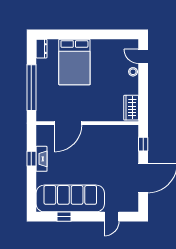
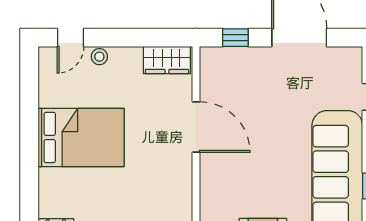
bed: (74, 62) -> (81, 138), moved
door: (68, 123) -> (196, 127), moved

